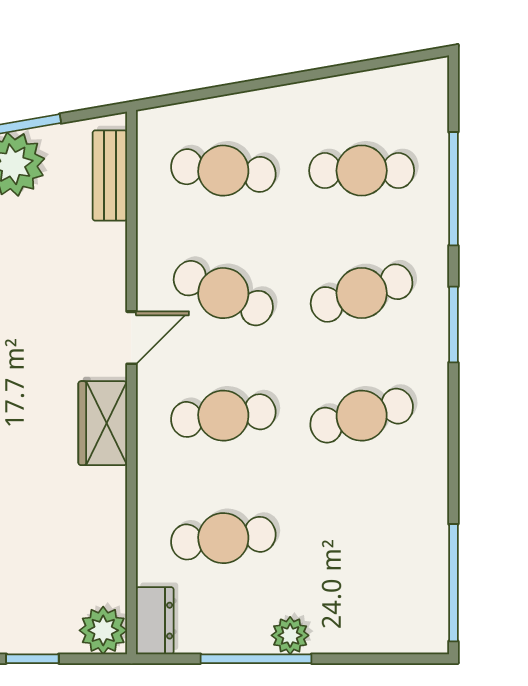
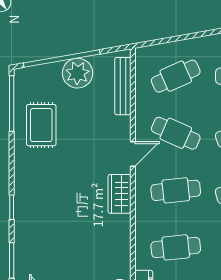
cafe table: (223, 171) -> (176, 76), turned -30
bench: (110, 176) -> (123, 86), width x1.36

